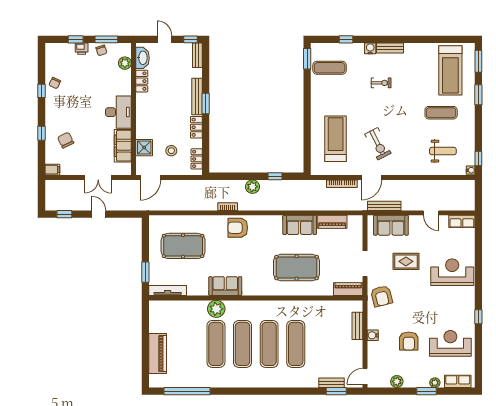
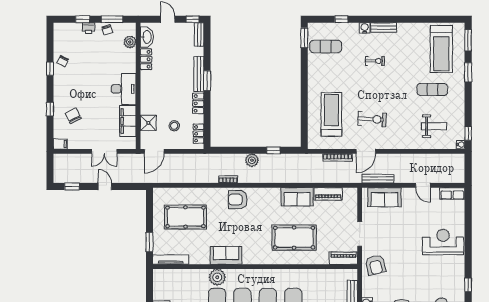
exercise bike: (378, 144) -> (372, 119), turned -60
rug: (406, 261) -> (399, 232), removed

